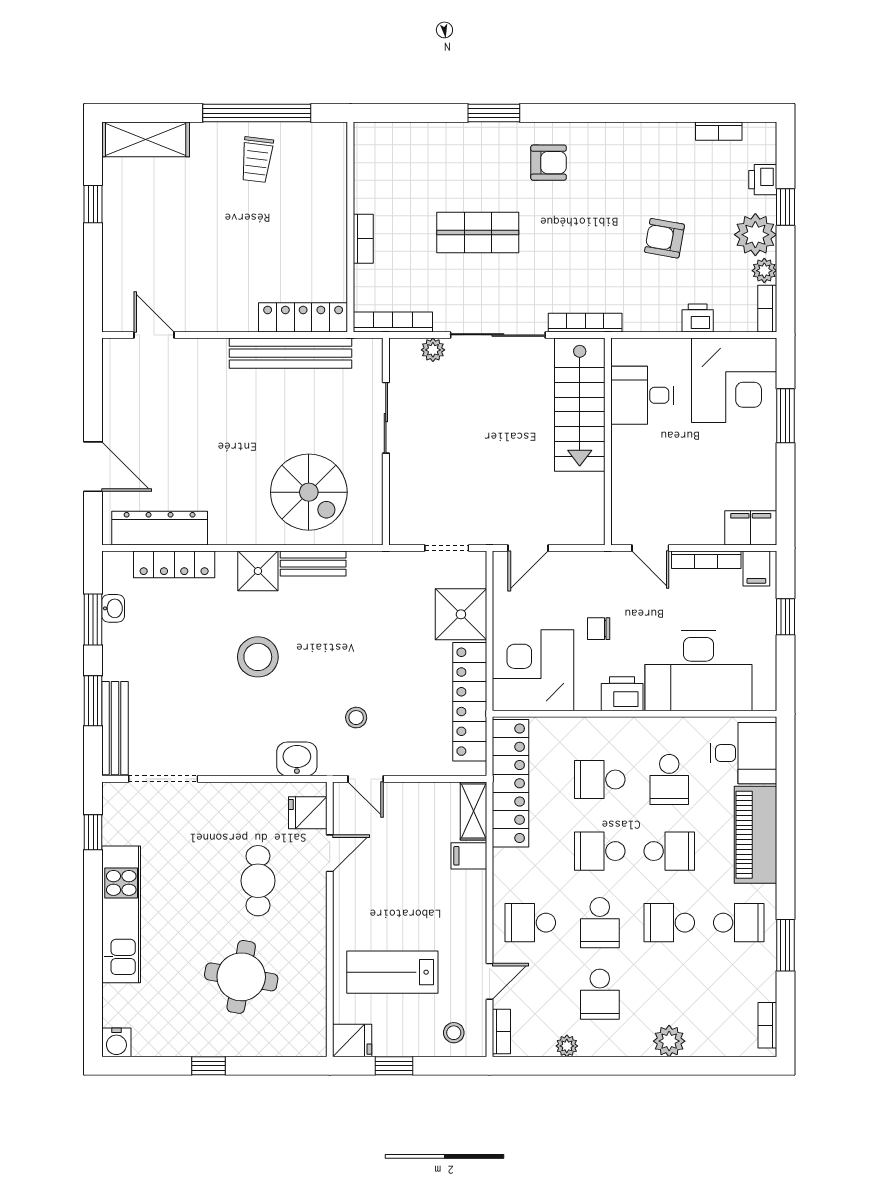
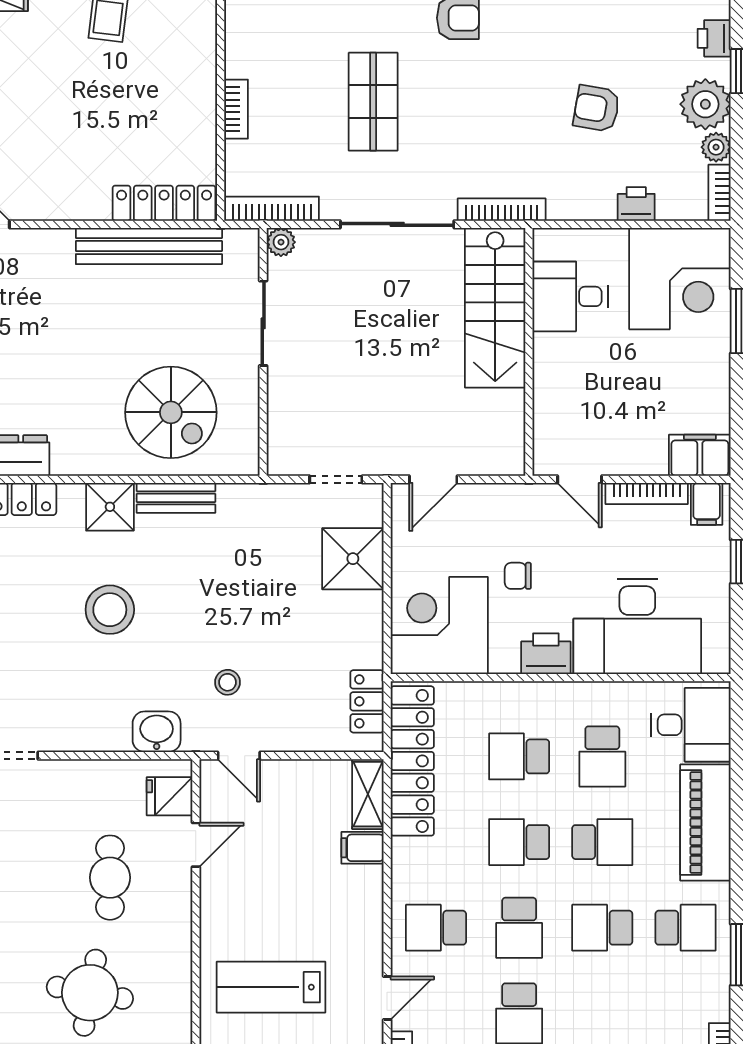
shop shelf: (478, 233) -> (373, 102), turned 90
plant: (433, 350) -> (281, 242), moved
locker: (470, 702) -> (367, 701), width x0.46, depth x0.83

